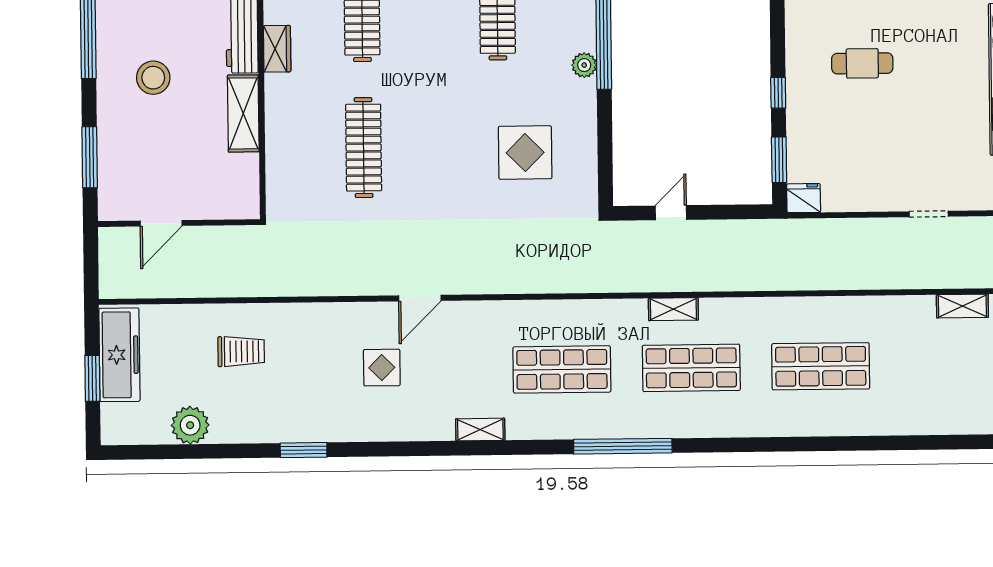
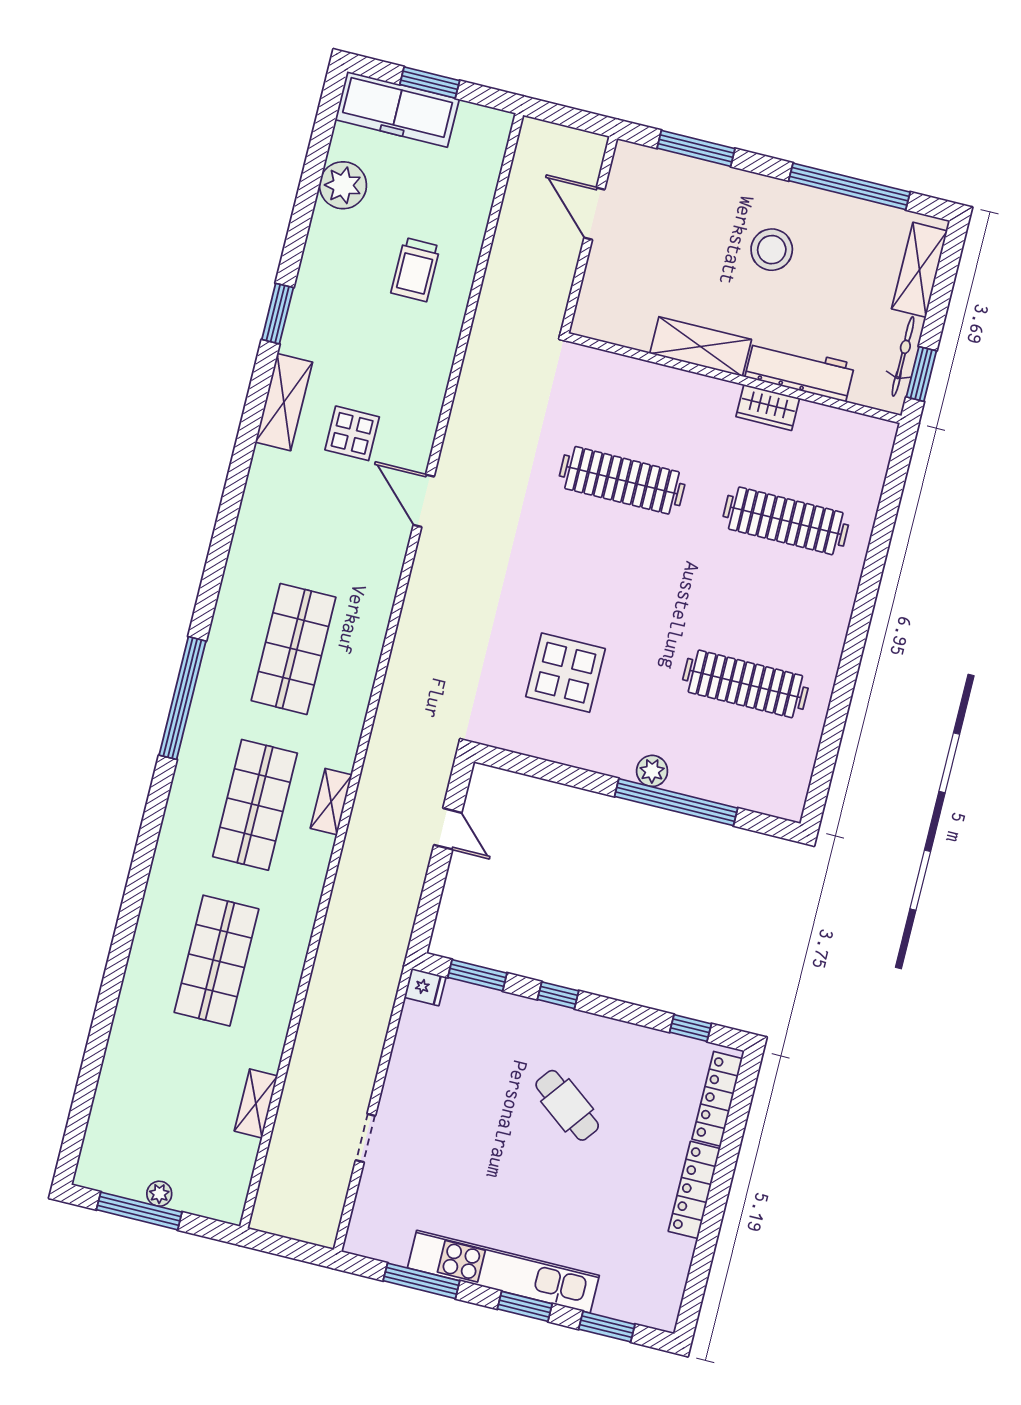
cafe table: (862, 63) -> (567, 1105), turned -53
fridge: (804, 198) -> (425, 987), width x0.72
shelving: (962, 306) -> (256, 1103), moved
freezer: (119, 355) -> (397, 109), moved
shelving: (480, 430) -> (284, 402), moved, width x1.50, depth x1.33

